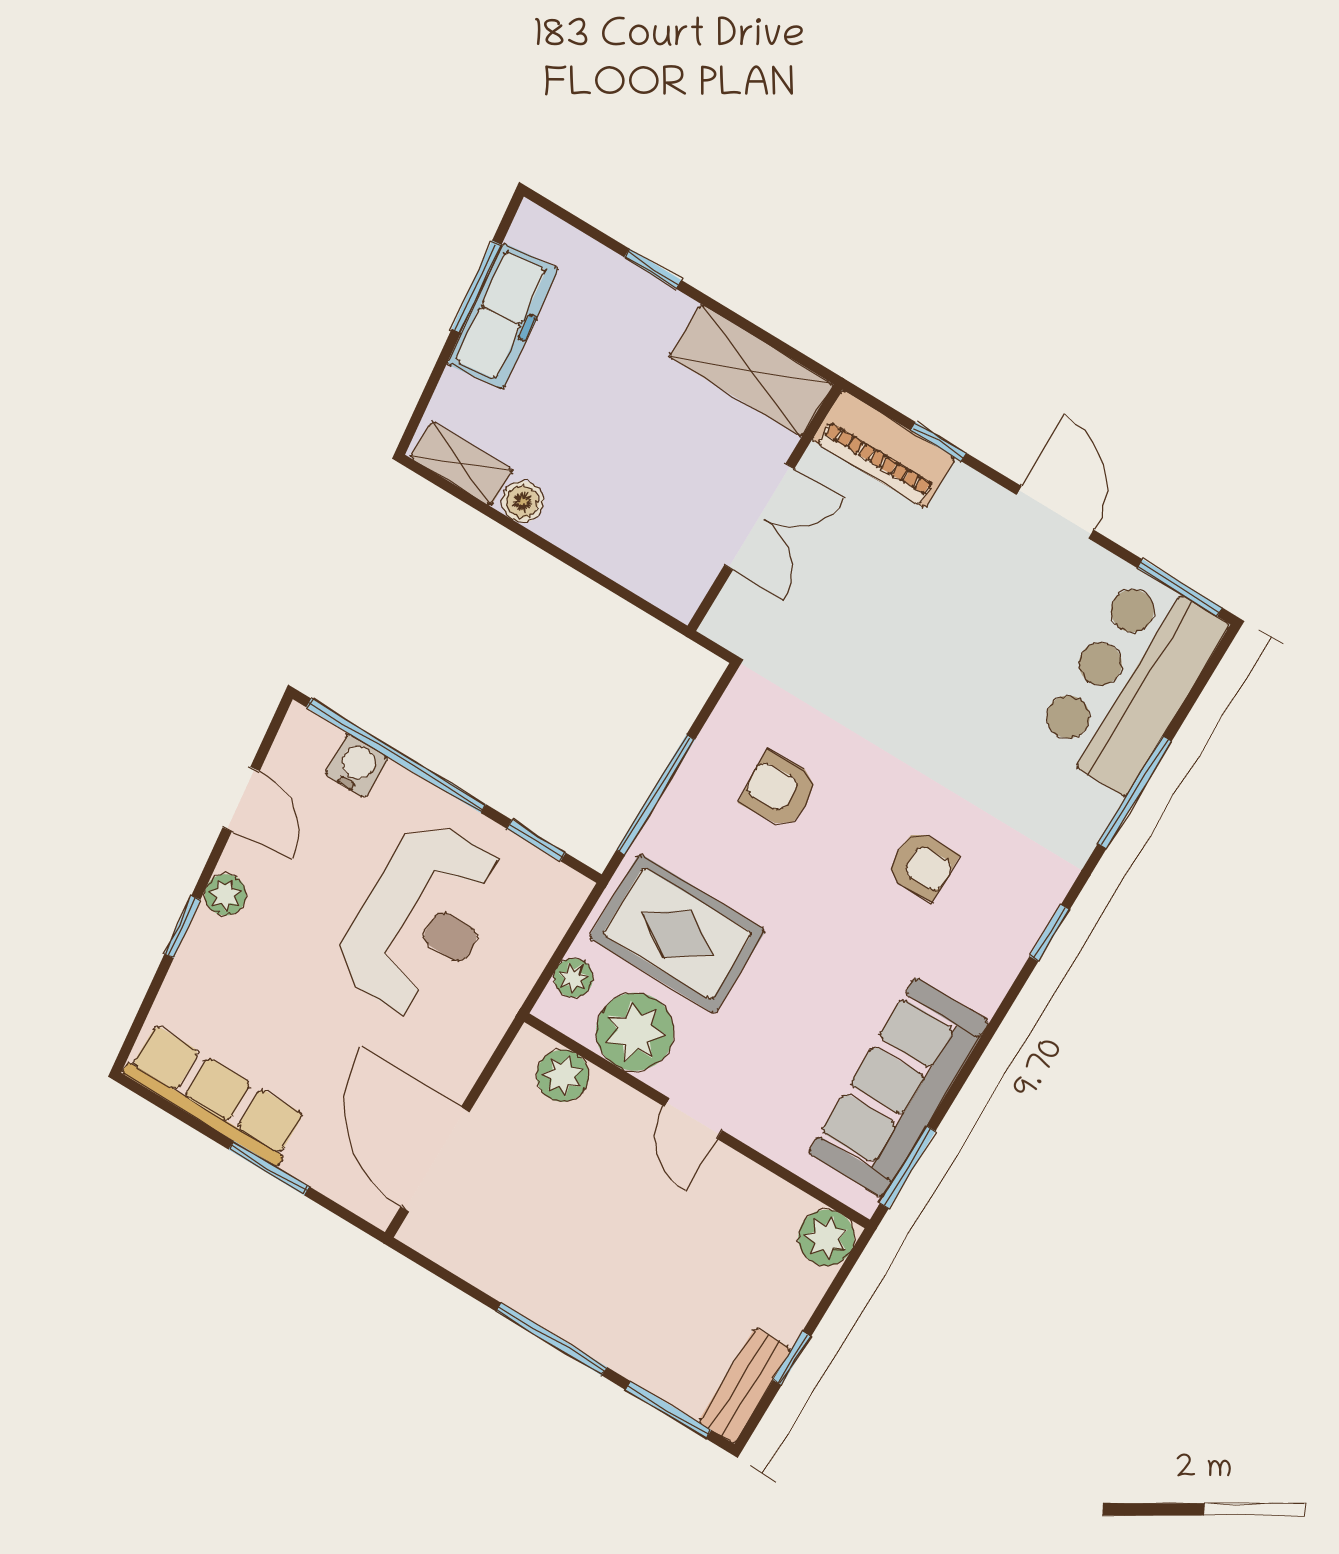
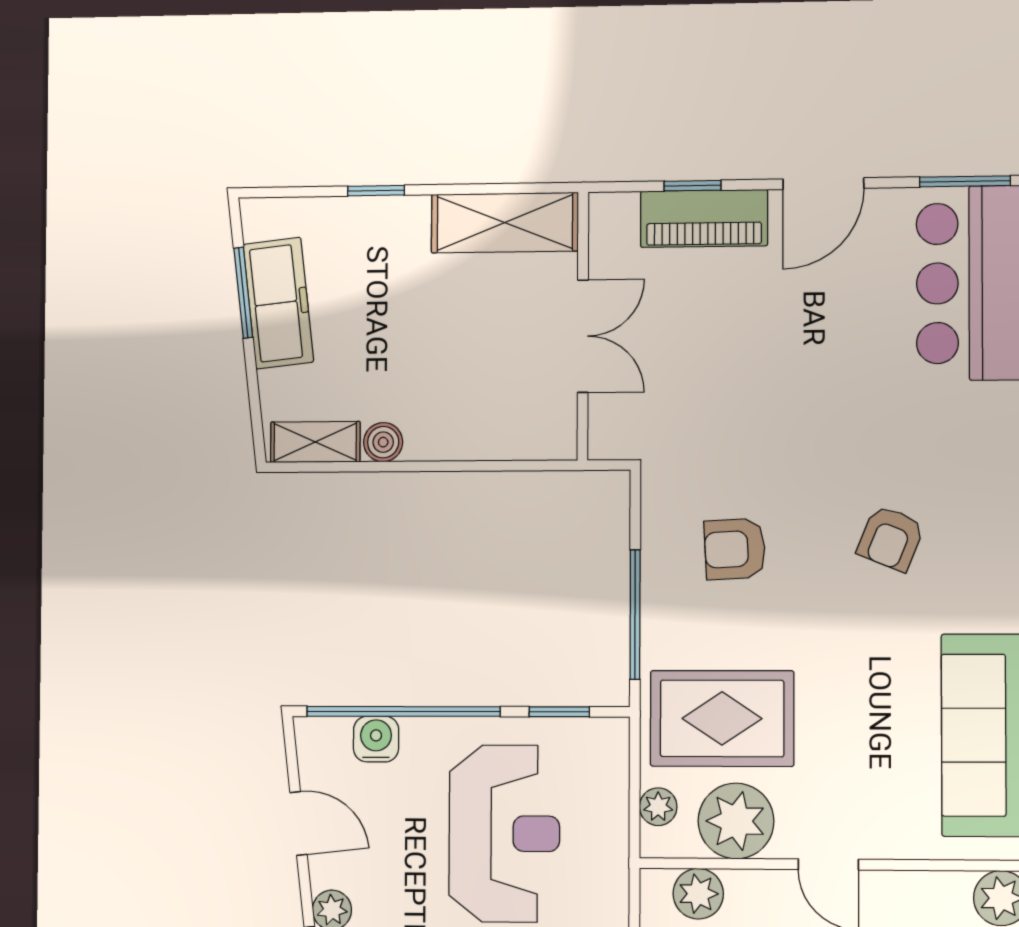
piano: (884, 449) -> (704, 218), moved
door: (1055, 512) -> (823, 184), swing flipped
armchair: (922, 865) -> (891, 538), turned 112

